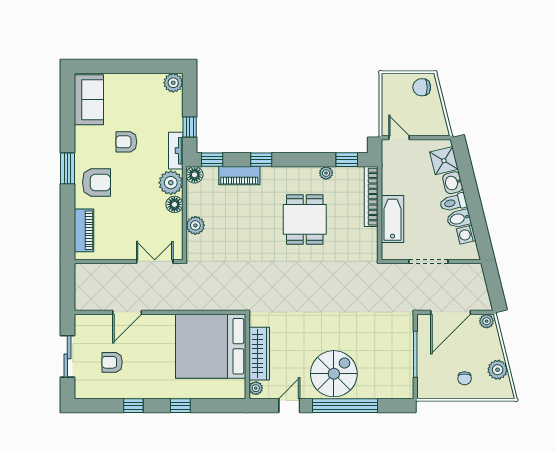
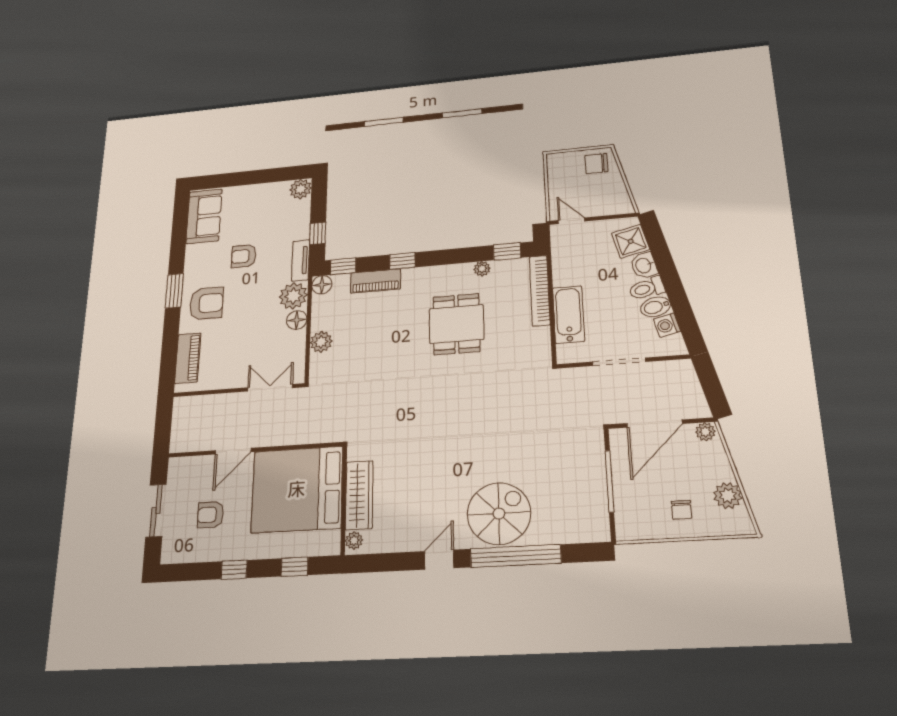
bed: (211, 346) -> (297, 489), moved
wardrobe: (259, 354) -> (359, 495), moved
wall: (247, 356) -> (344, 500), moved
plant: (256, 388) -> (354, 540), moved

